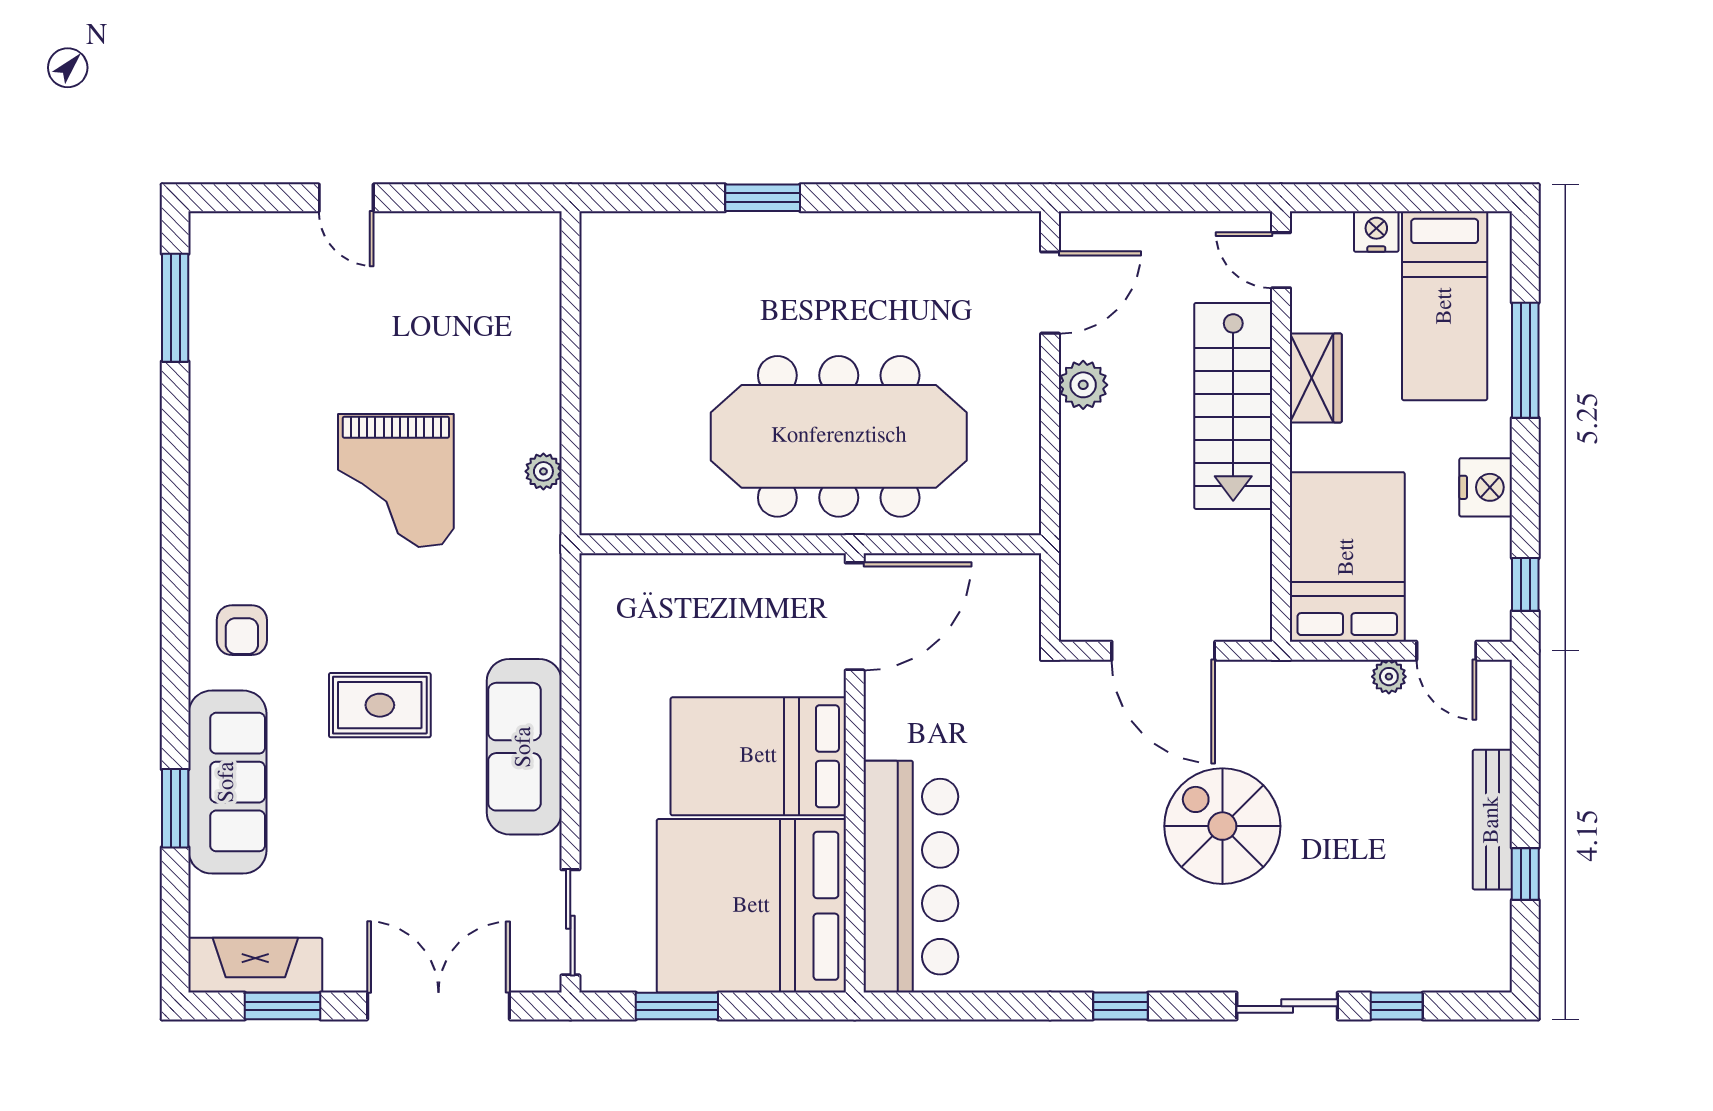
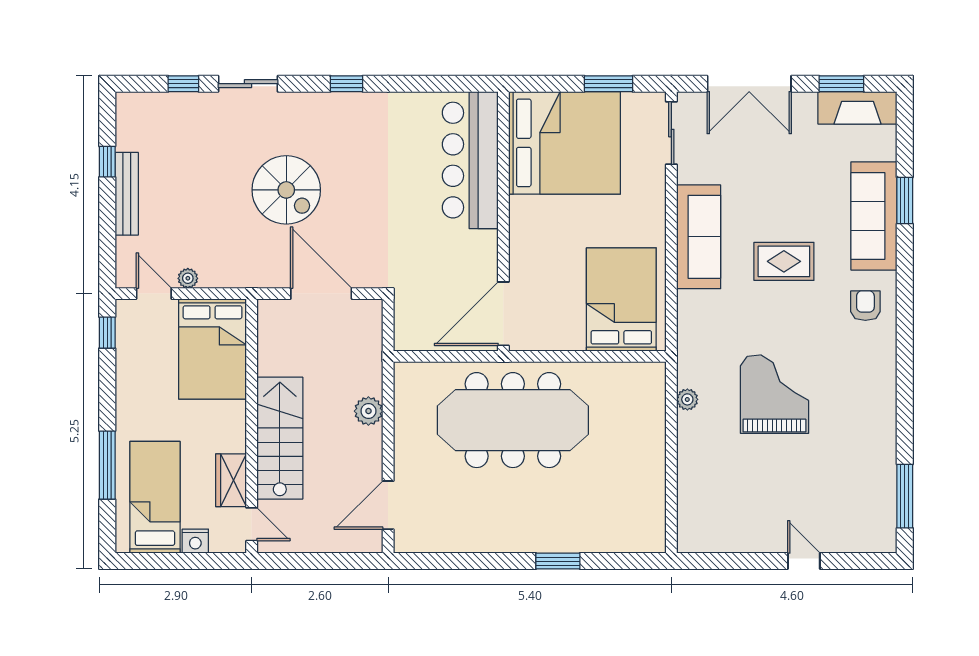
wardrobe: (1316, 378) -> (231, 480), moved
plant: (1083, 385) -> (368, 411), moved
nightstand: (1486, 487) -> (131, 390), removed
bed: (758, 756) -> (621, 300), moved, turned -90

